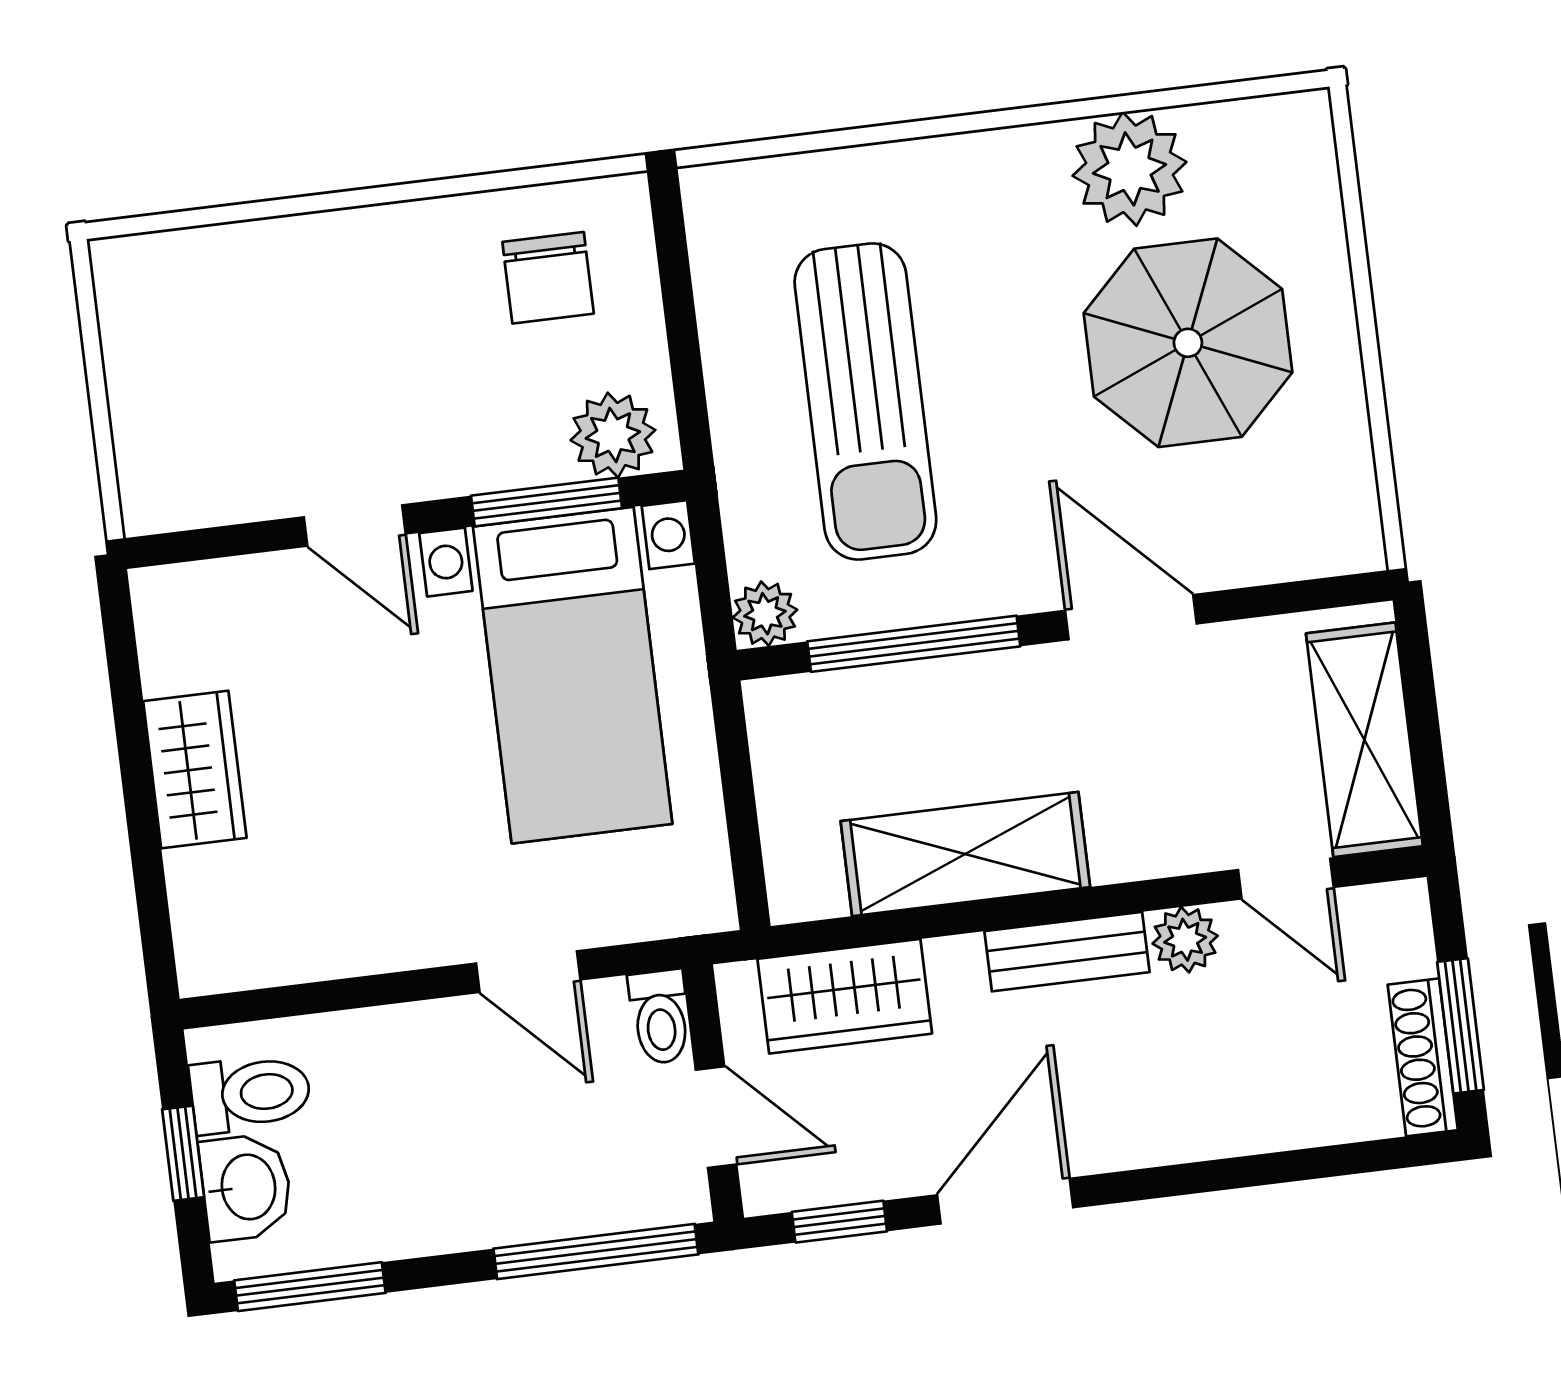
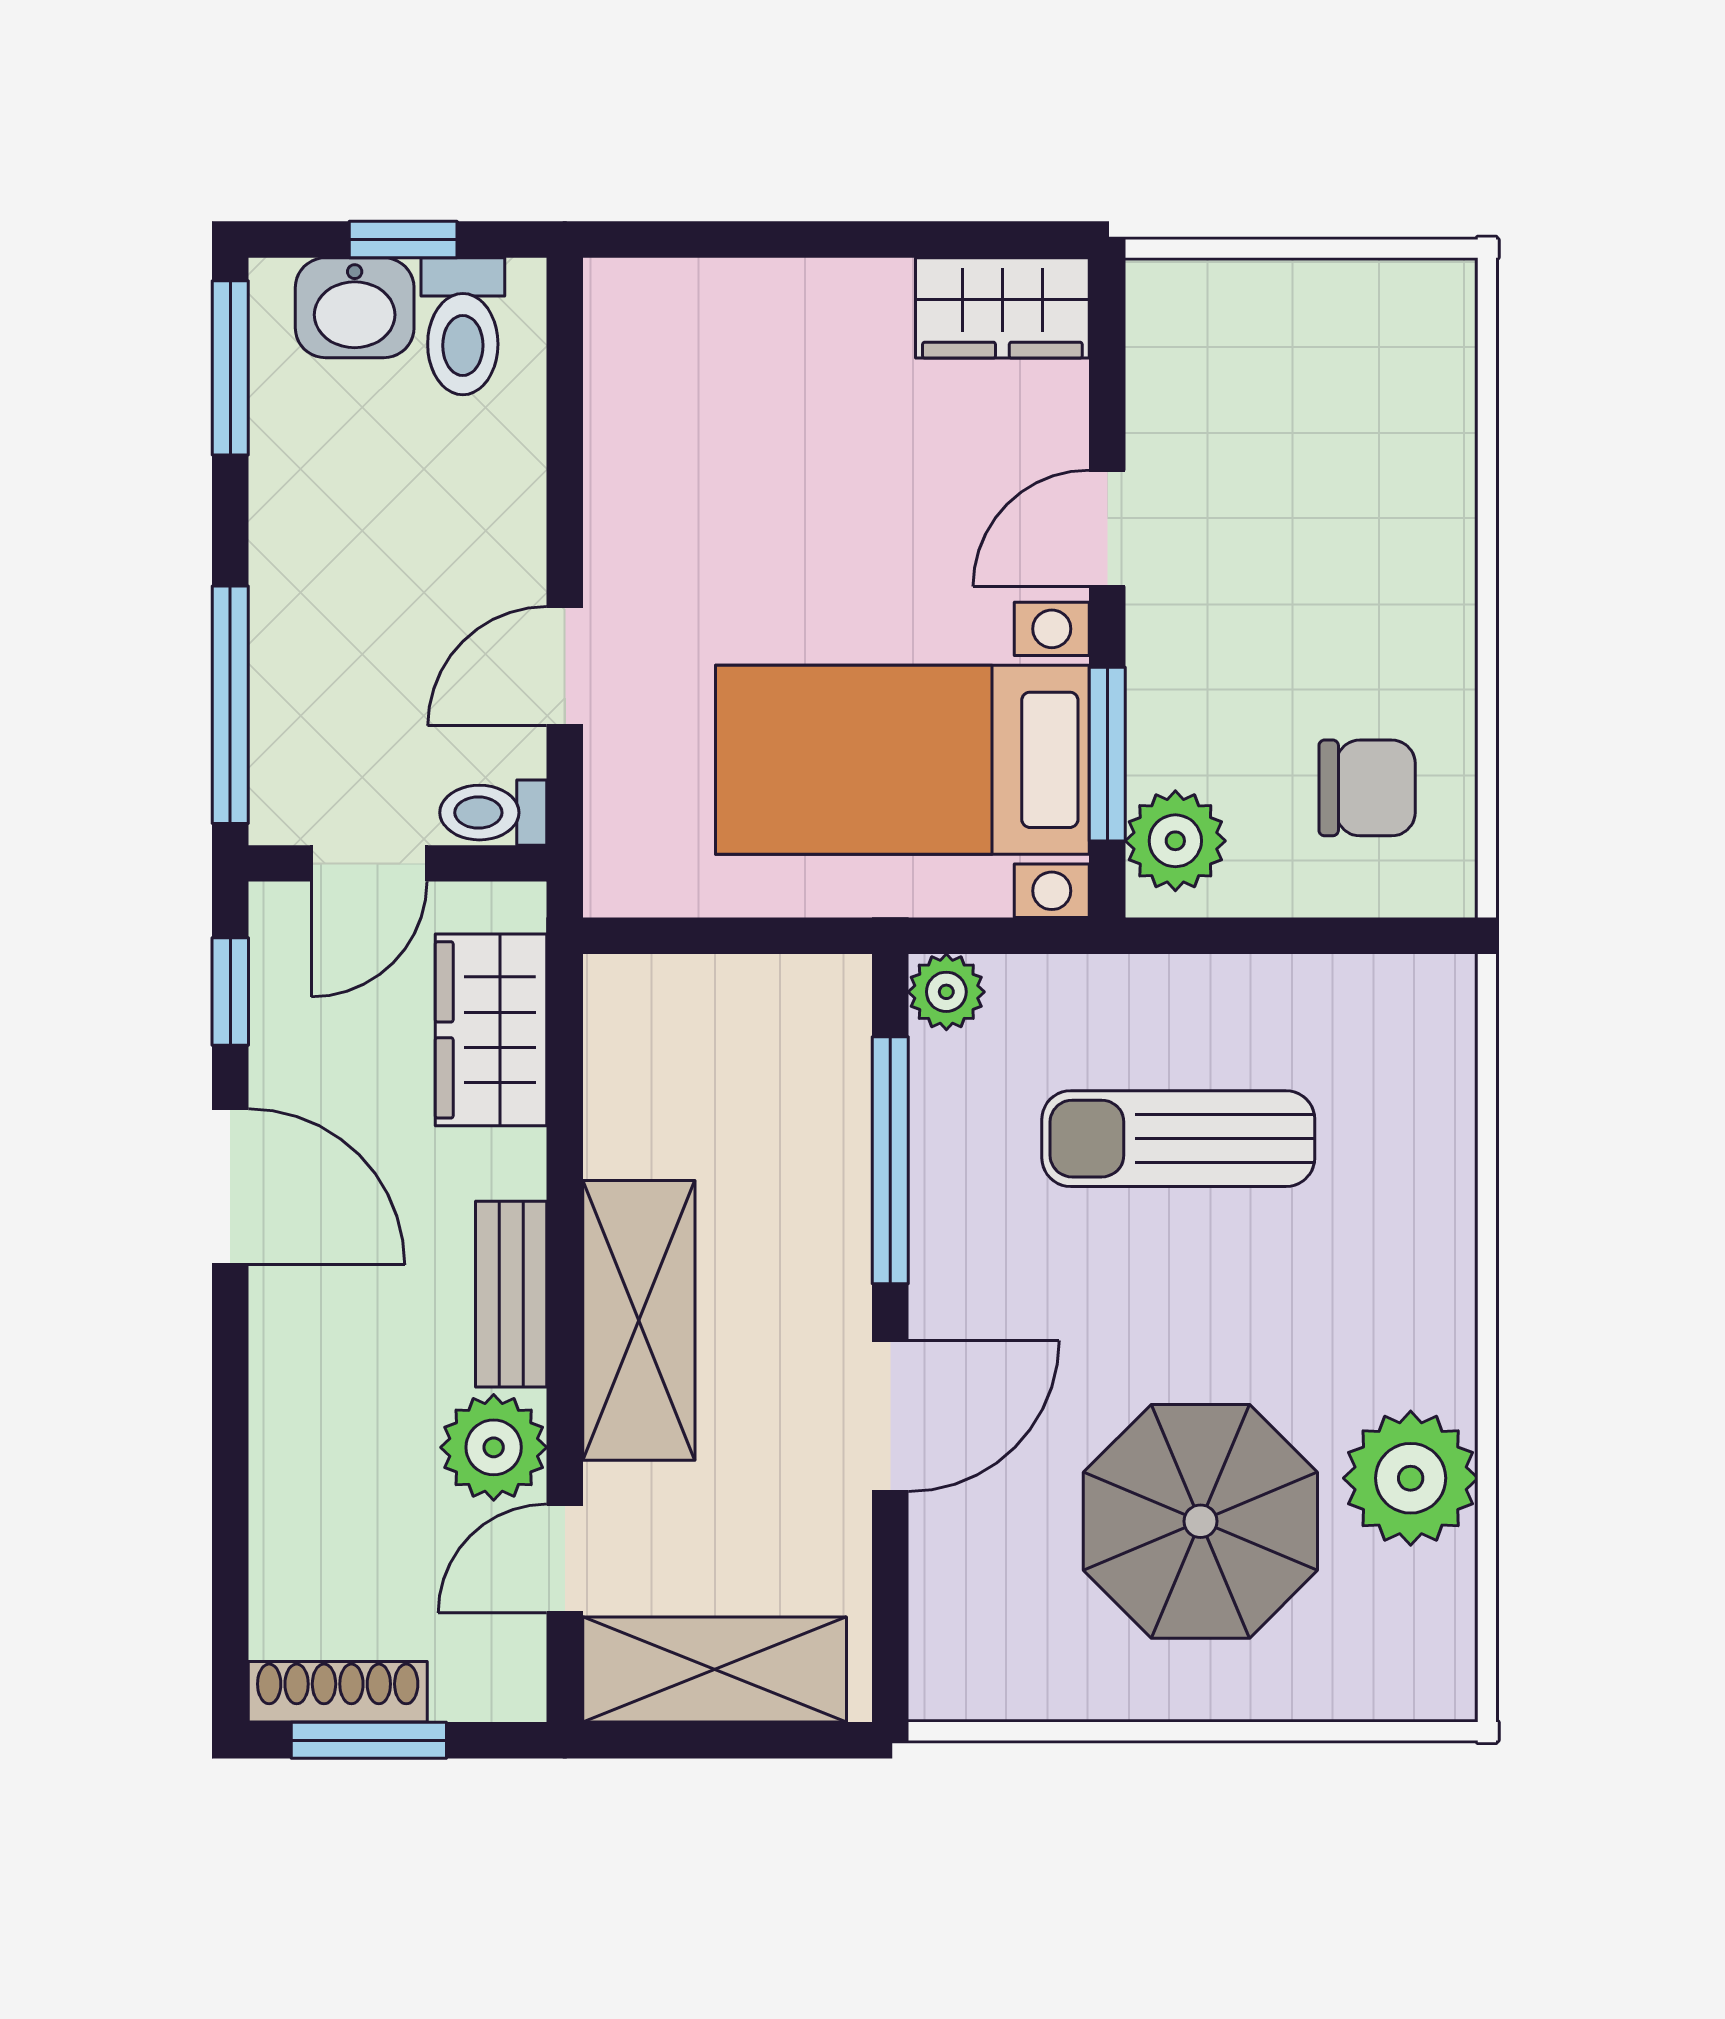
chair: (548, 278) -> (1367, 788), turned 180
sun lounger: (865, 401) -> (1178, 1139), width x0.73, depth x0.75
wardrobe: (195, 770) -> (1002, 308), moved
shelving: (965, 854) -> (639, 1320), moved
plant: (1185, 940) -> (494, 1447), width x1.38, depth x1.38

